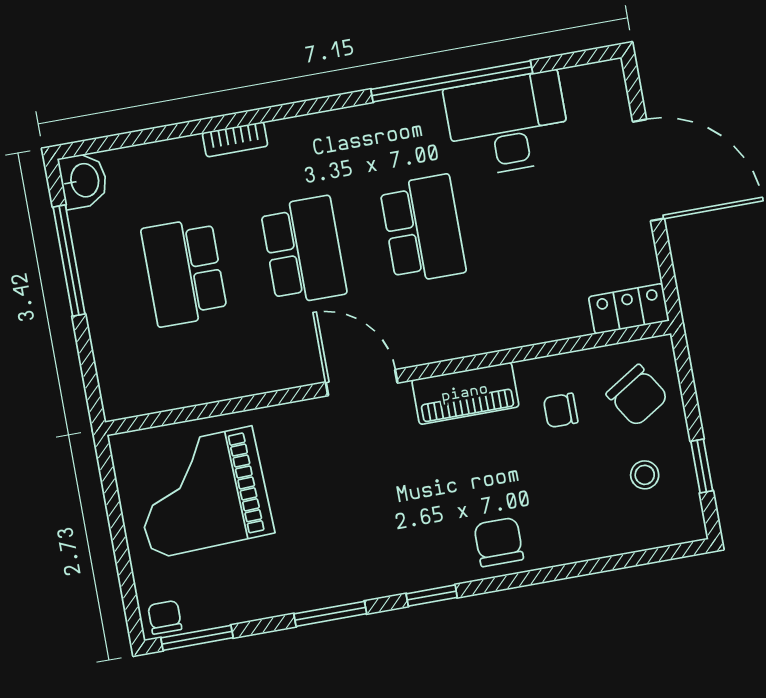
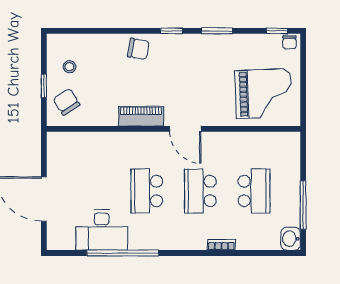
locker: (629, 309) -> (63, 140), removed
chair: (561, 410) -> (101, 101), removed
window: (702, 466) -> (44, 86), moved
chair: (499, 542) -> (138, 49), turned -80
window: (197, 638) -> (277, 31), width x0.67

